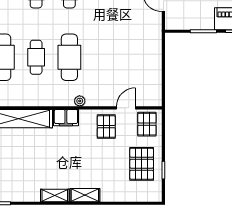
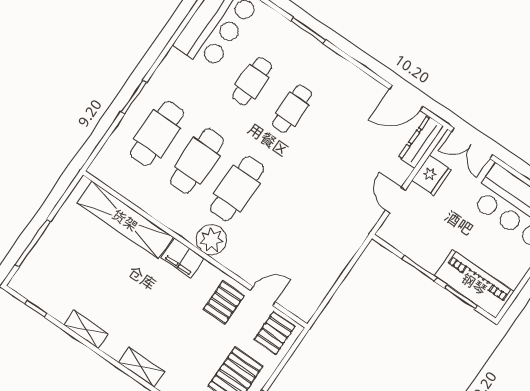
cafe table: (36, 57) -> (197, 161), width x1.37, depth x1.35
plant: (80, 101) -> (211, 240), width x1.88, depth x1.88
shelving: (55, 196) -> (86, 329), moved

